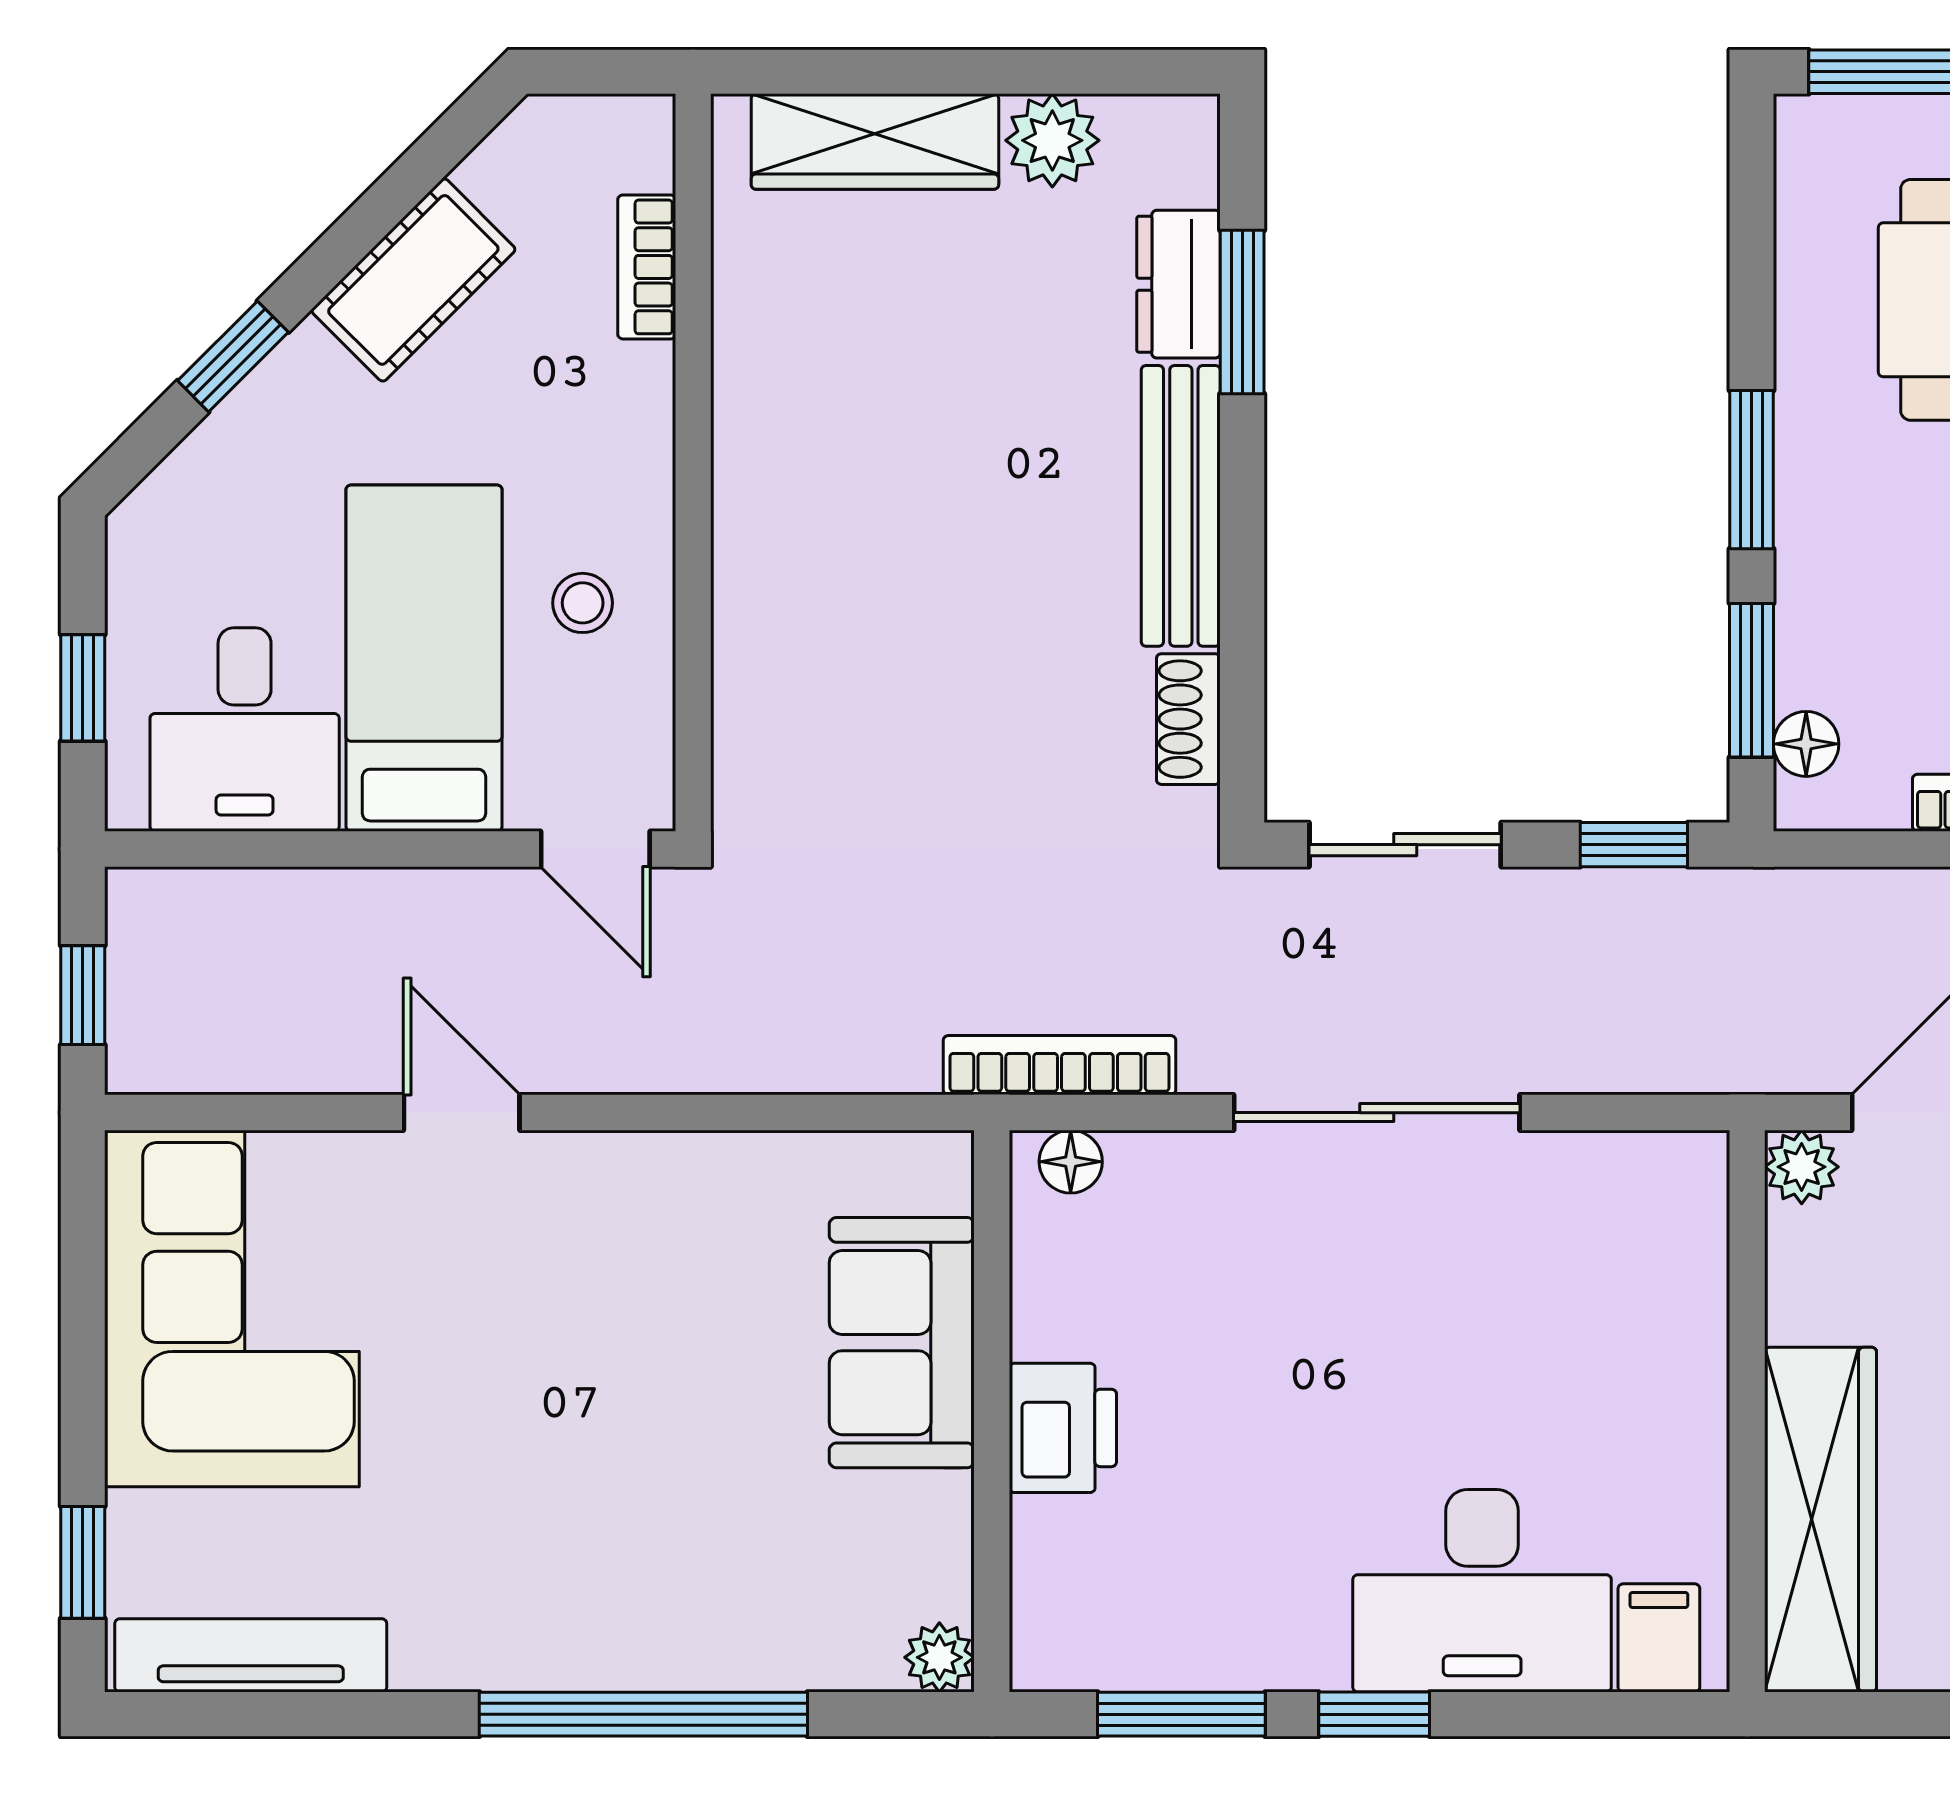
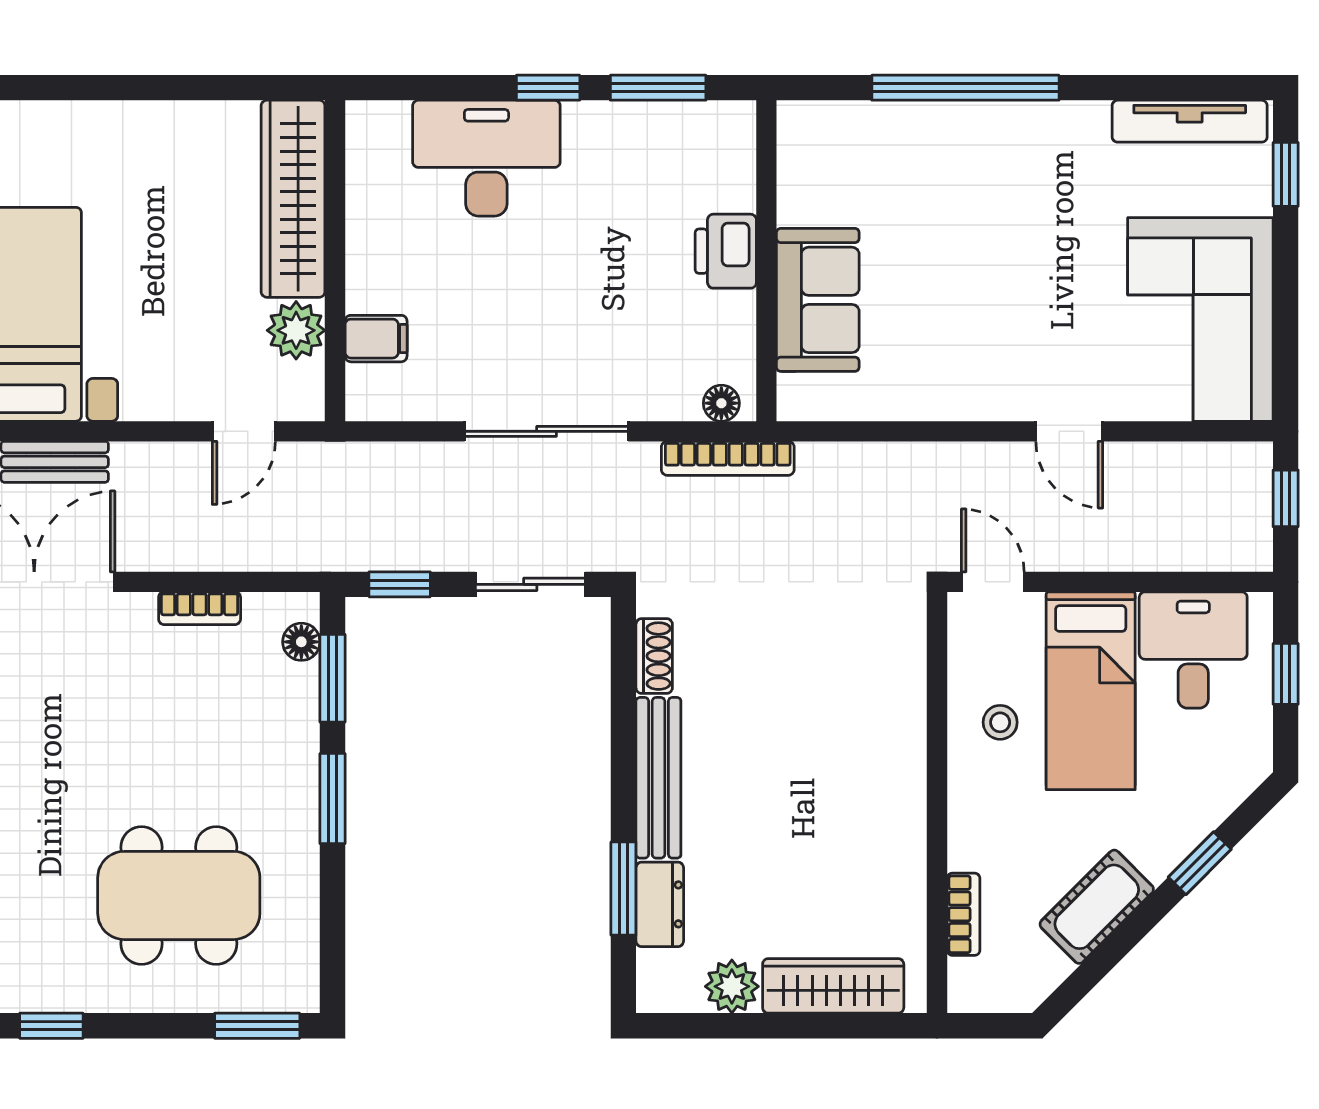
plant: (1802, 1167) -> (296, 330), moved, width x1.38, depth x1.38
filing cabinet: (1659, 1638) -> (376, 339), moved, turned -90
plant: (939, 1657) -> (796, 120), removed

